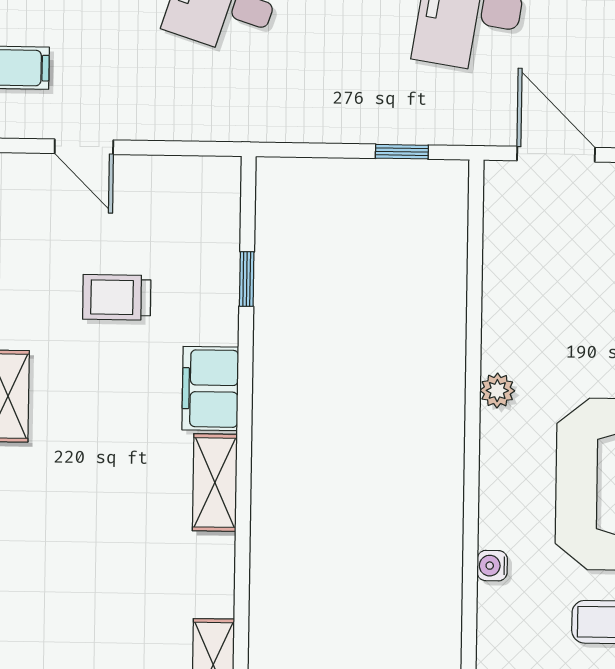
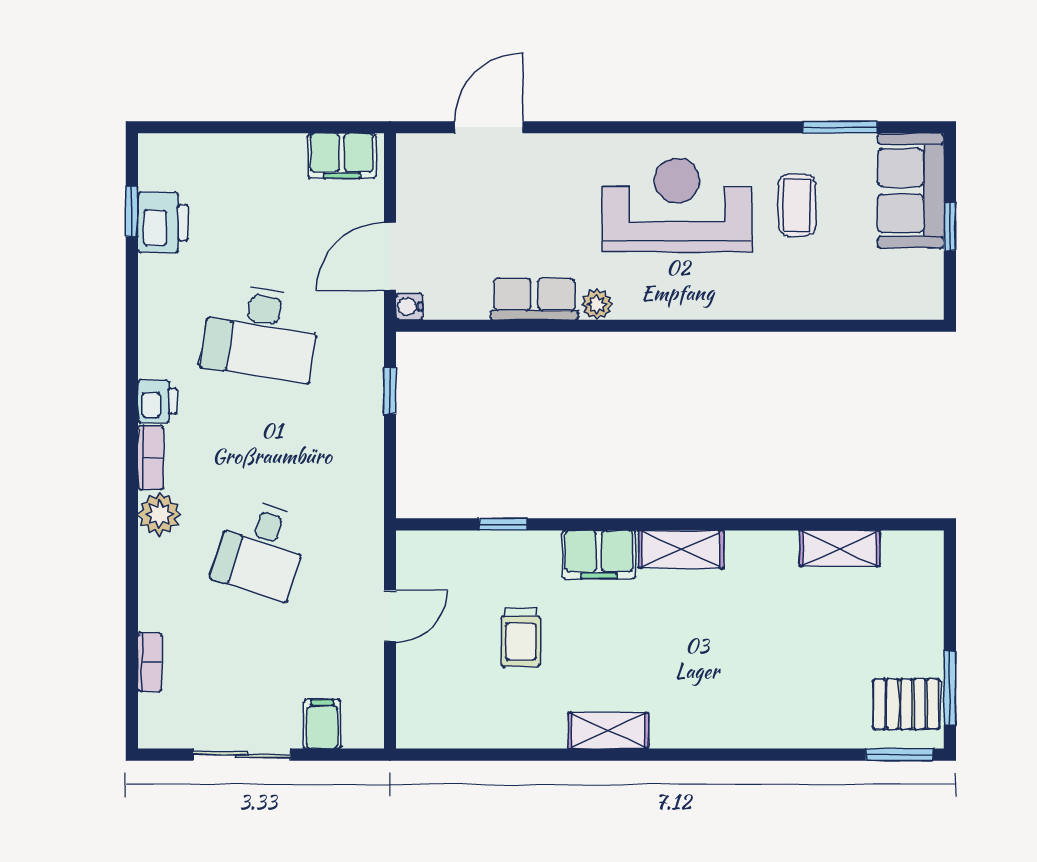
door: (84, 147) -> (390, 616), moved
row of seats: (505, 319) -> (534, 299), added
water cooler: (492, 566) -> (409, 307), moved, turned 90

